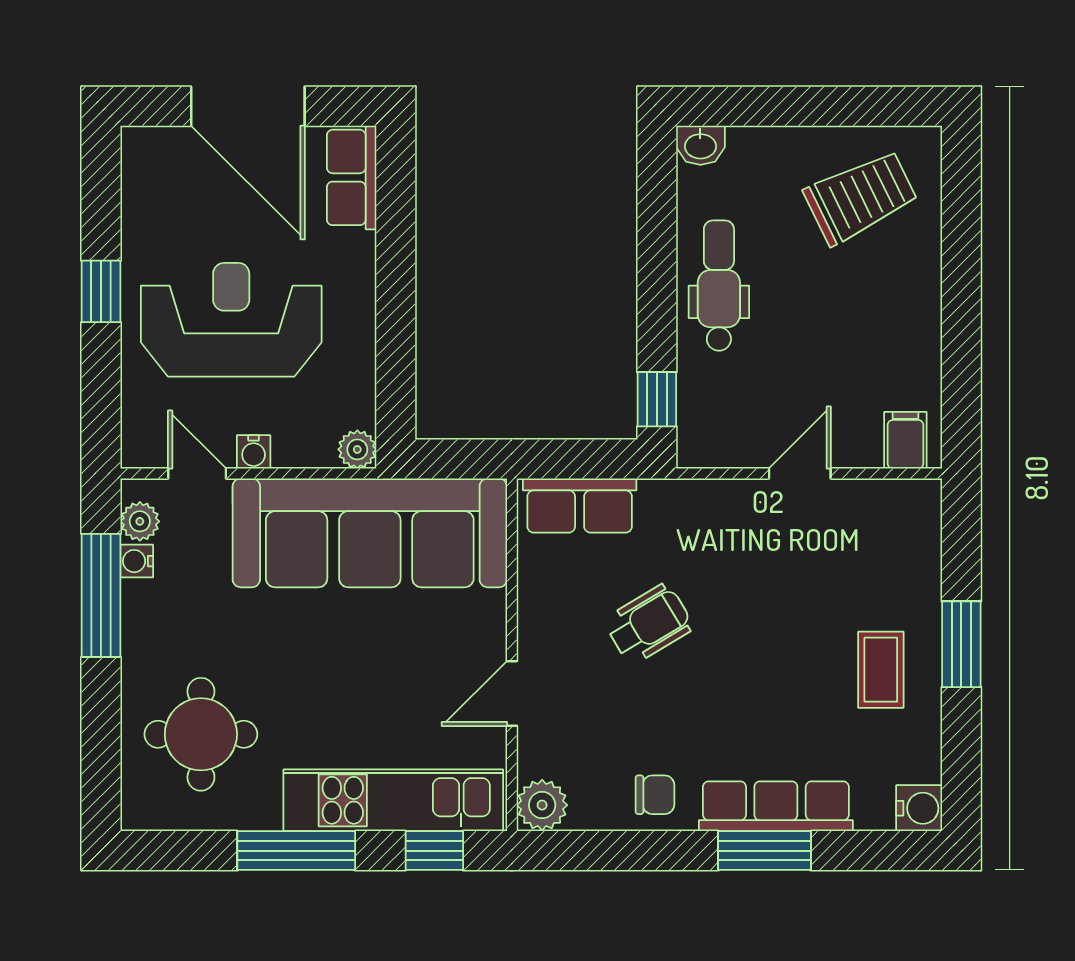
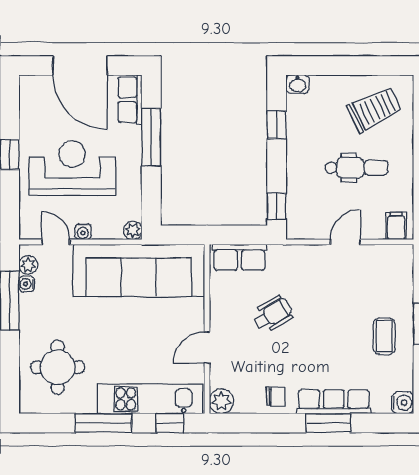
window: (657, 230) -> (277, 125), added
window: (396, 255) -> (151, 137), added
dental chair: (719, 286) -> (357, 168), moved, turned 90

